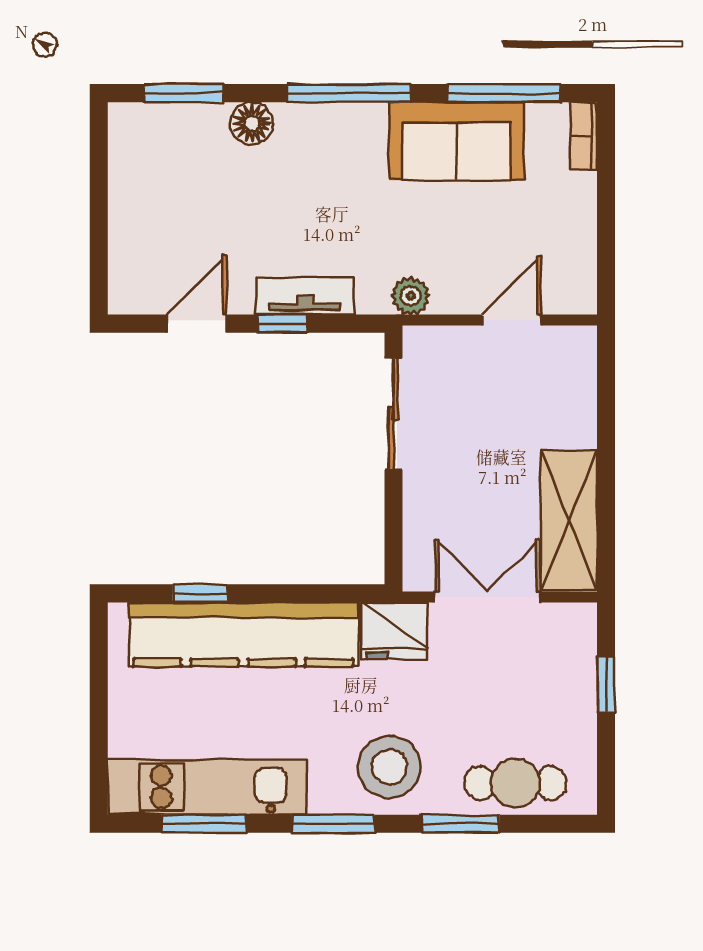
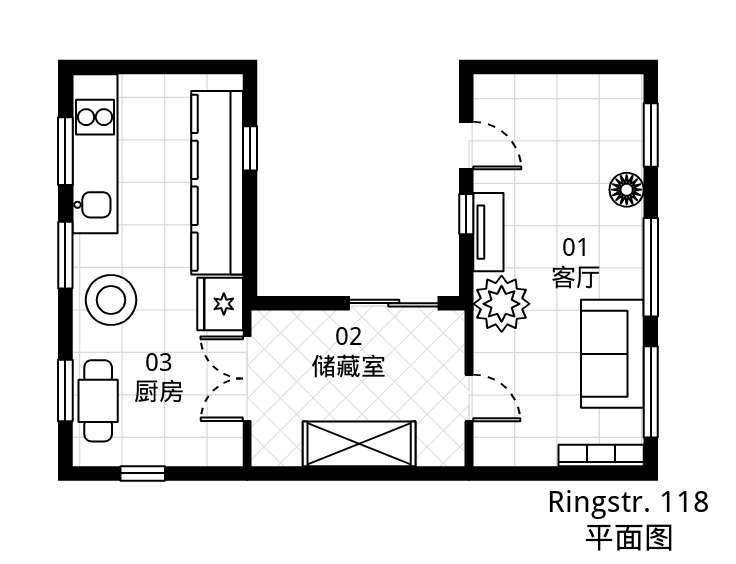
bookcase: (584, 136) -> (601, 455), width x1.56
plant: (411, 296) -> (502, 304), width x1.87, depth x1.87
shelving: (569, 520) -> (359, 444), moved
double door: (488, 597) -> (247, 379), swing flipped
window: (606, 685) -> (143, 473), moved
window: (461, 824) -> (65, 390), moved

